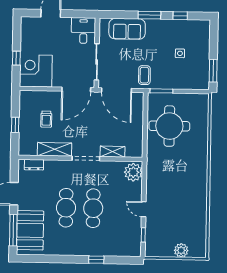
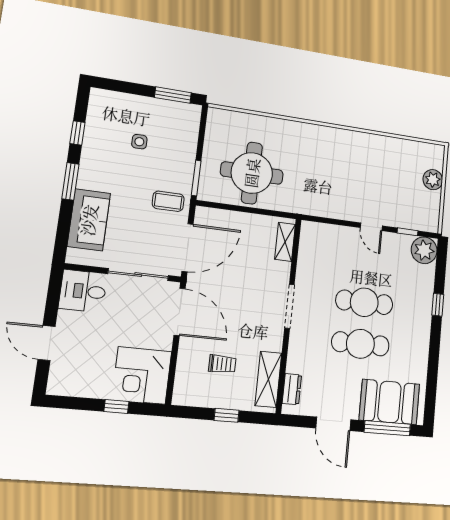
shelving: (55, 149) -> (268, 379), moved
shelving: (112, 152) -> (285, 242), moved
plant: (133, 172) -> (424, 250), moved
door: (144, 209) -> (371, 227), hinge flipped

